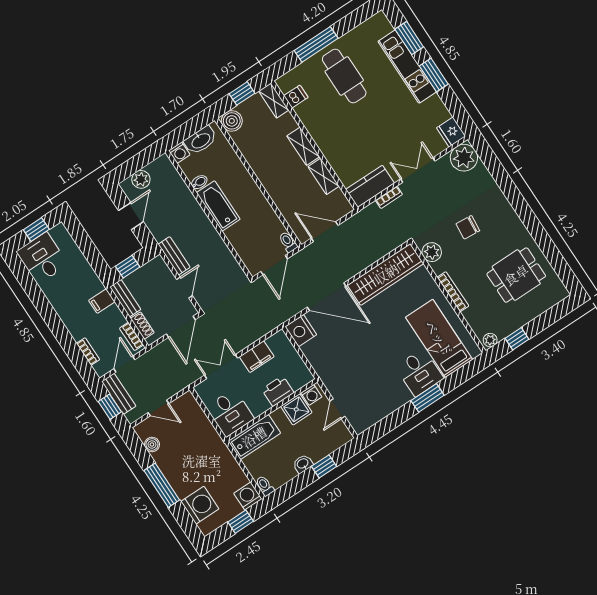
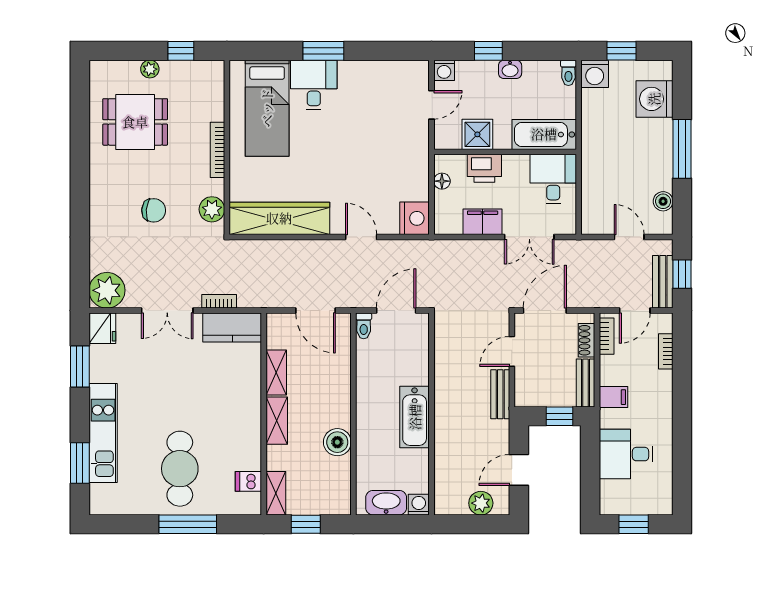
window: (434, 75) -> (80, 366), moved
boiler: (232, 121) -> (337, 442), moved
bidet: (199, 182) -> (418, 457), removed
desk: (42, 258) -> (626, 454), moved, turned 90
door: (327, 297) -> (361, 237), width x0.53
plant: (490, 340) -> (150, 69), moved
floor lamp: (299, 365) -> (442, 181), added
washing machine: (311, 395) -> (444, 70), moved, turned 180

